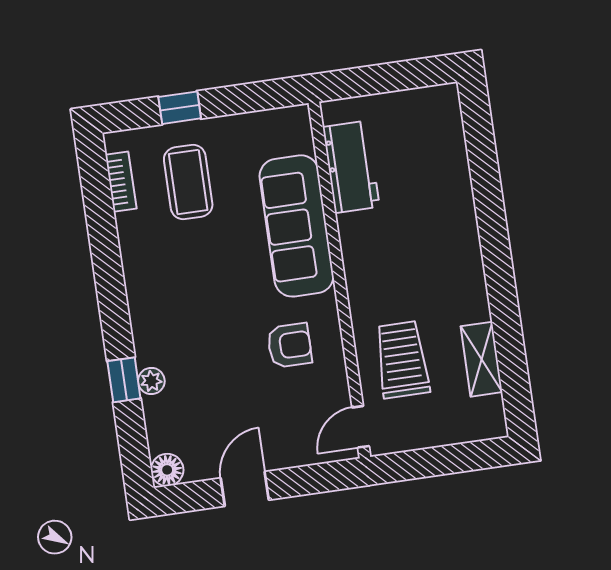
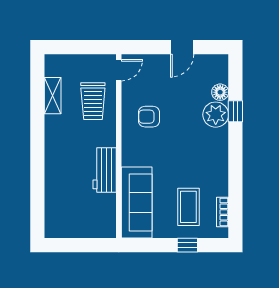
workbench: (351, 167) -> (105, 170), moved
sofa: (297, 226) -> (137, 203), moved
plant: (151, 381) -> (216, 115), width x1.88, depth x1.88
floor lamp: (167, 470) -> (220, 92), moved

